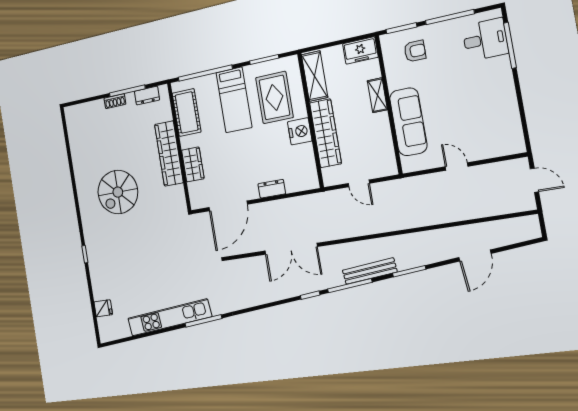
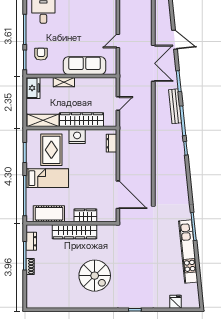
rug: (274, 97) -> (51, 150), turned 90
dresser: (272, 189) -> (111, 143), moved
double door: (291, 249) -> (153, 63), moved

